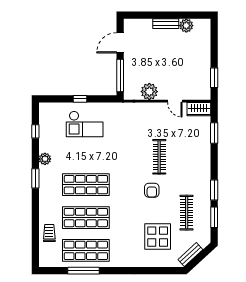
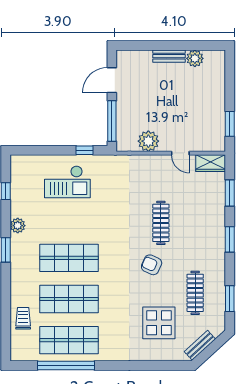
window: (80, 99) -> (85, 150), moved
armchair: (152, 190) -> (152, 265), turned 114
window: (214, 190) -> (230, 239), moved
window: (83, 271) -> (66, 365), width x1.46

